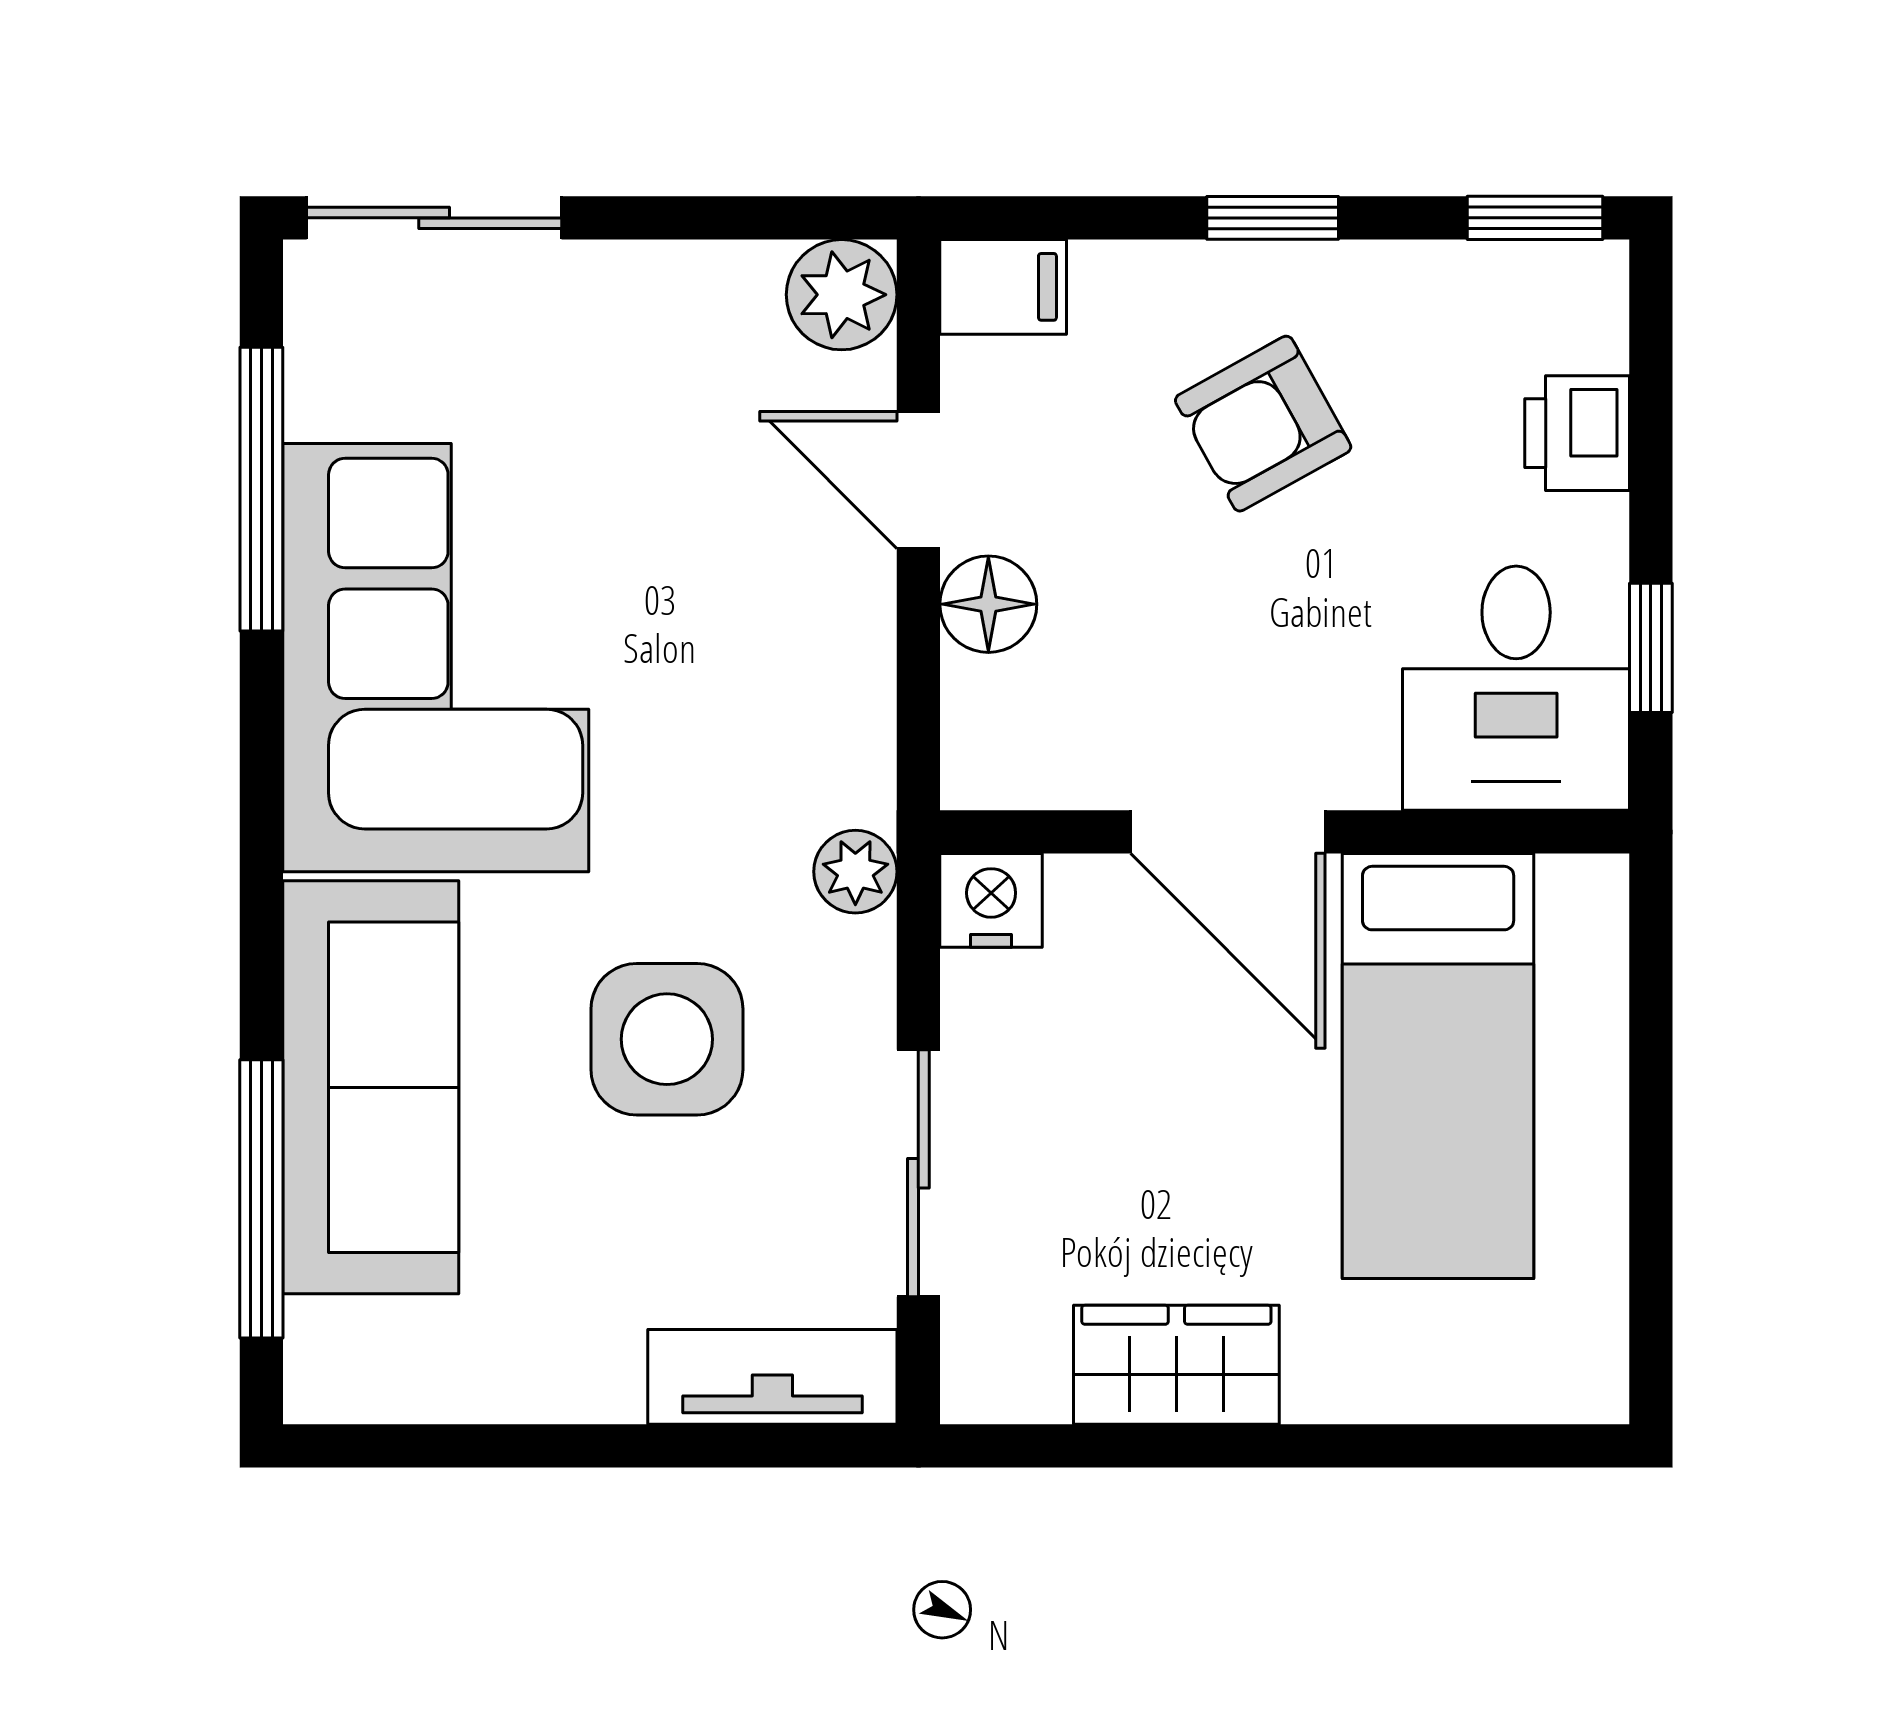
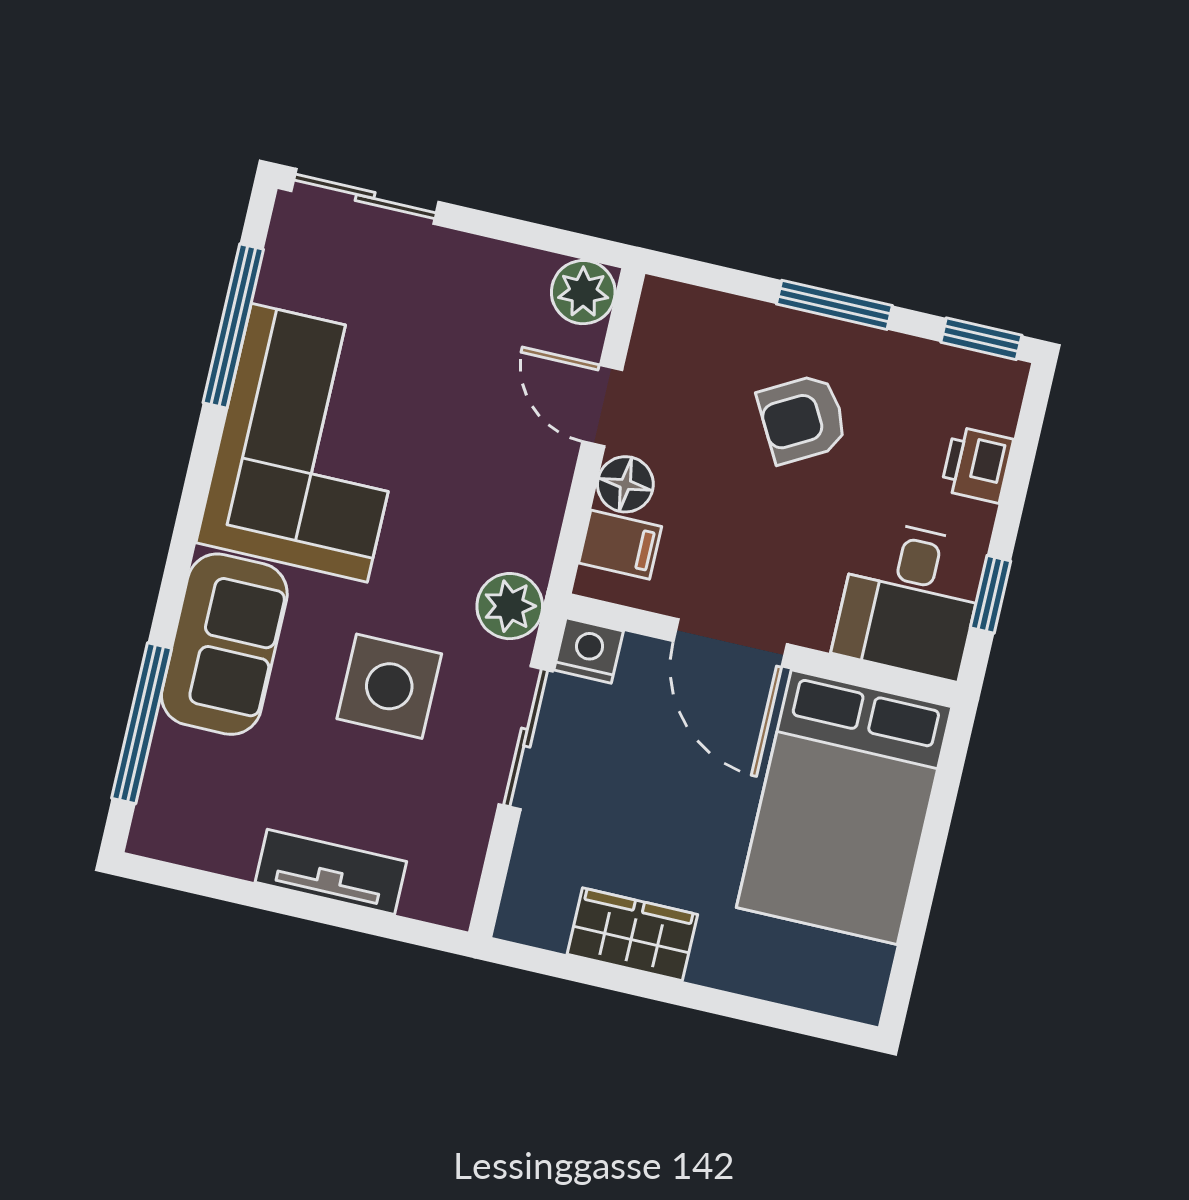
window: (1273, 218) -> (834, 305), width x1.50
filing cabinet: (1003, 287) -> (620, 545), moved
plant: (855, 872) -> (510, 606), width x1.38, depth x1.38
bed: (1438, 1066) -> (844, 807), width x1.50
sofa: (371, 1087) -> (224, 644), width x0.73
sliding door: (918, 1173) -> (526, 738), moved
tv unit: (772, 1377) -> (331, 872), moved

